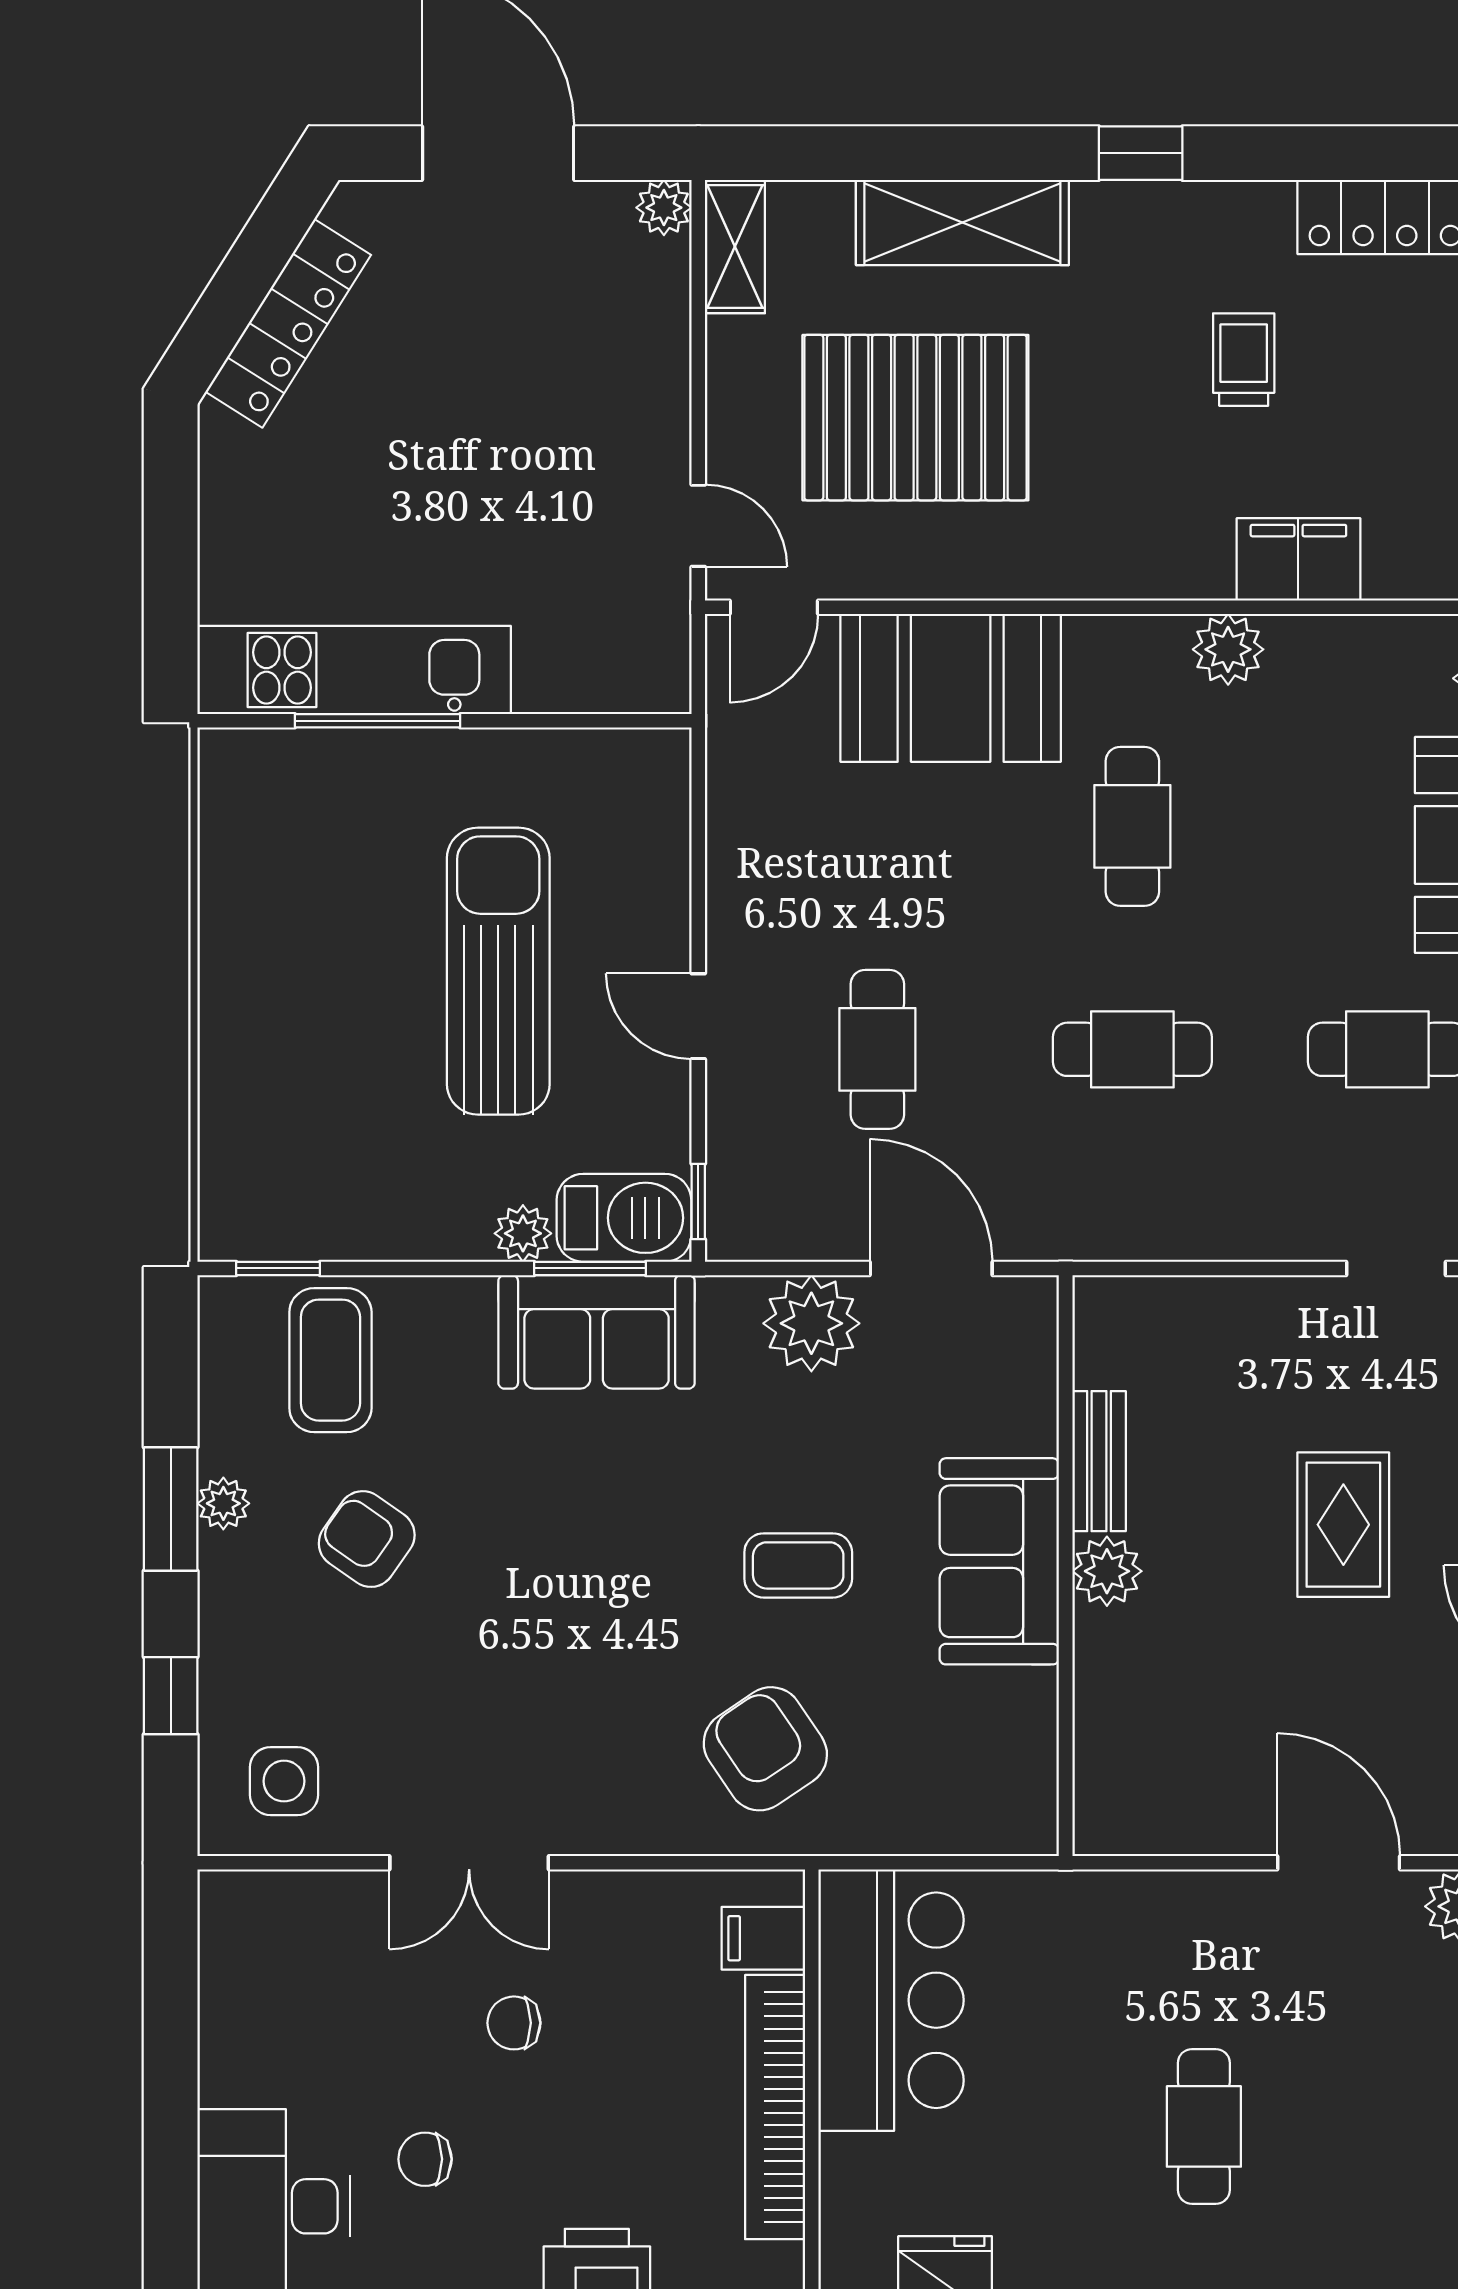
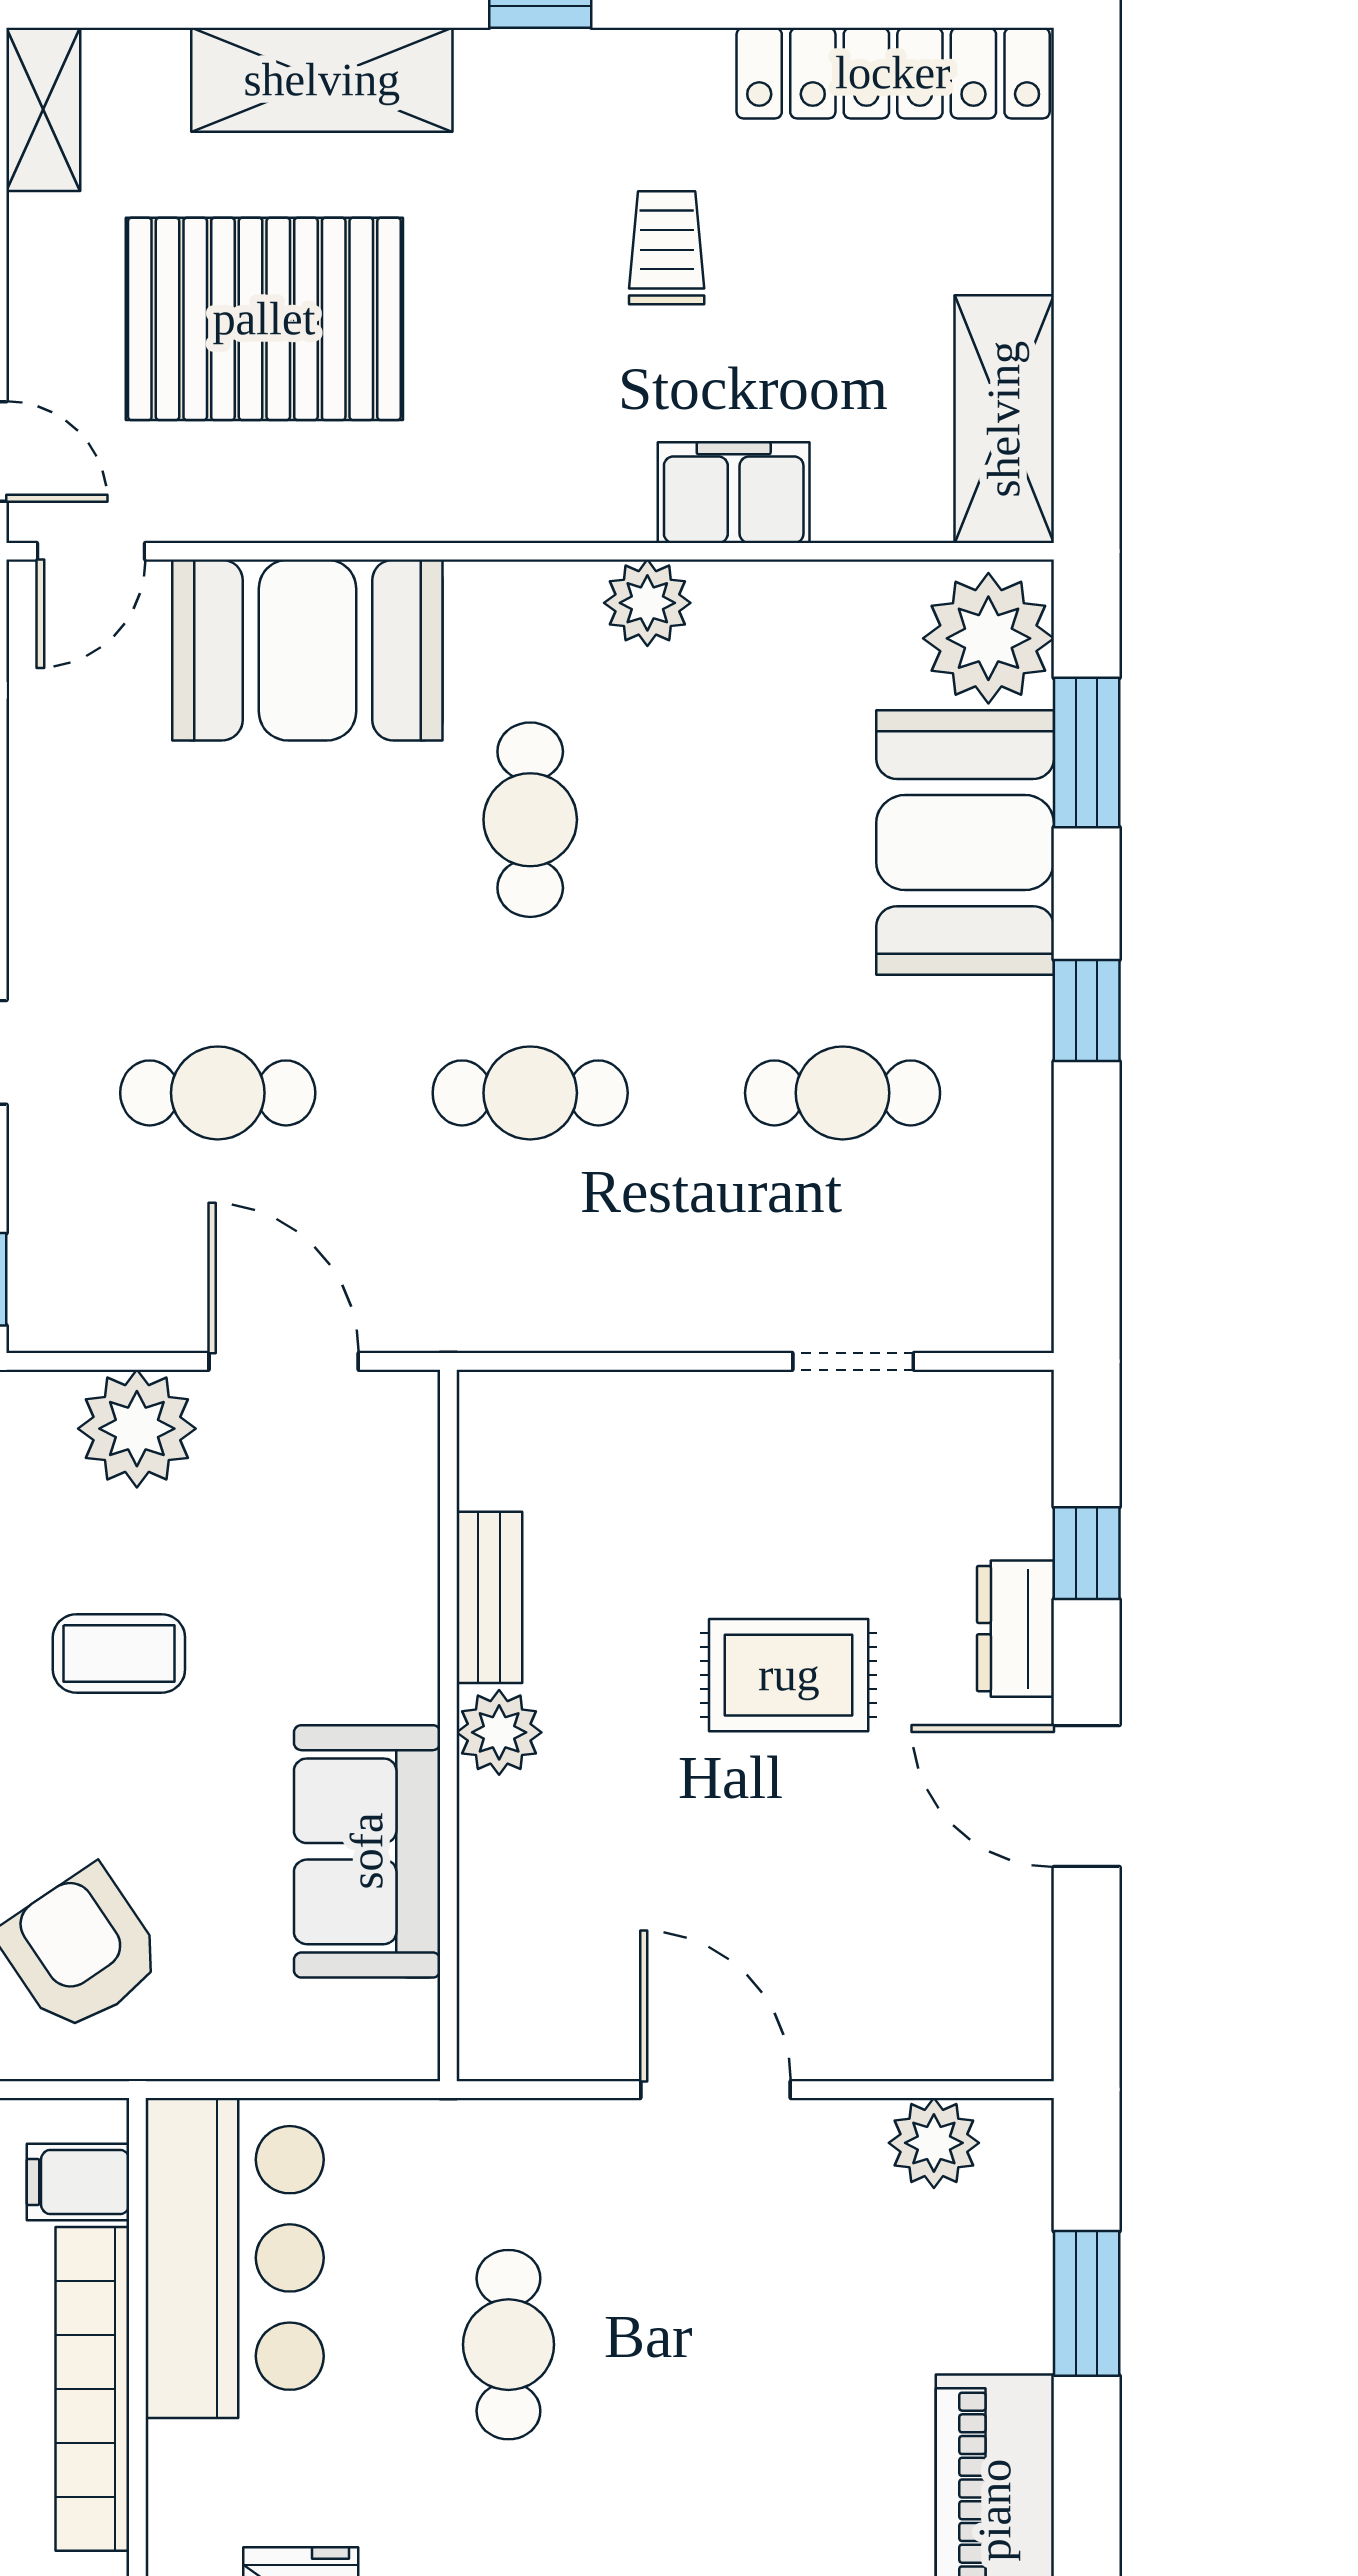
cafe table: (877, 1049) -> (218, 1093), turned 90
rug: (1343, 1525) -> (789, 1675), turned 90
sofa: (999, 1561) -> (367, 1851), moved
coffee table: (798, 1565) -> (119, 1653), moved
door: (1339, 1863) -> (716, 2090), moved
cafe table: (1204, 2126) -> (508, 2345), moved

